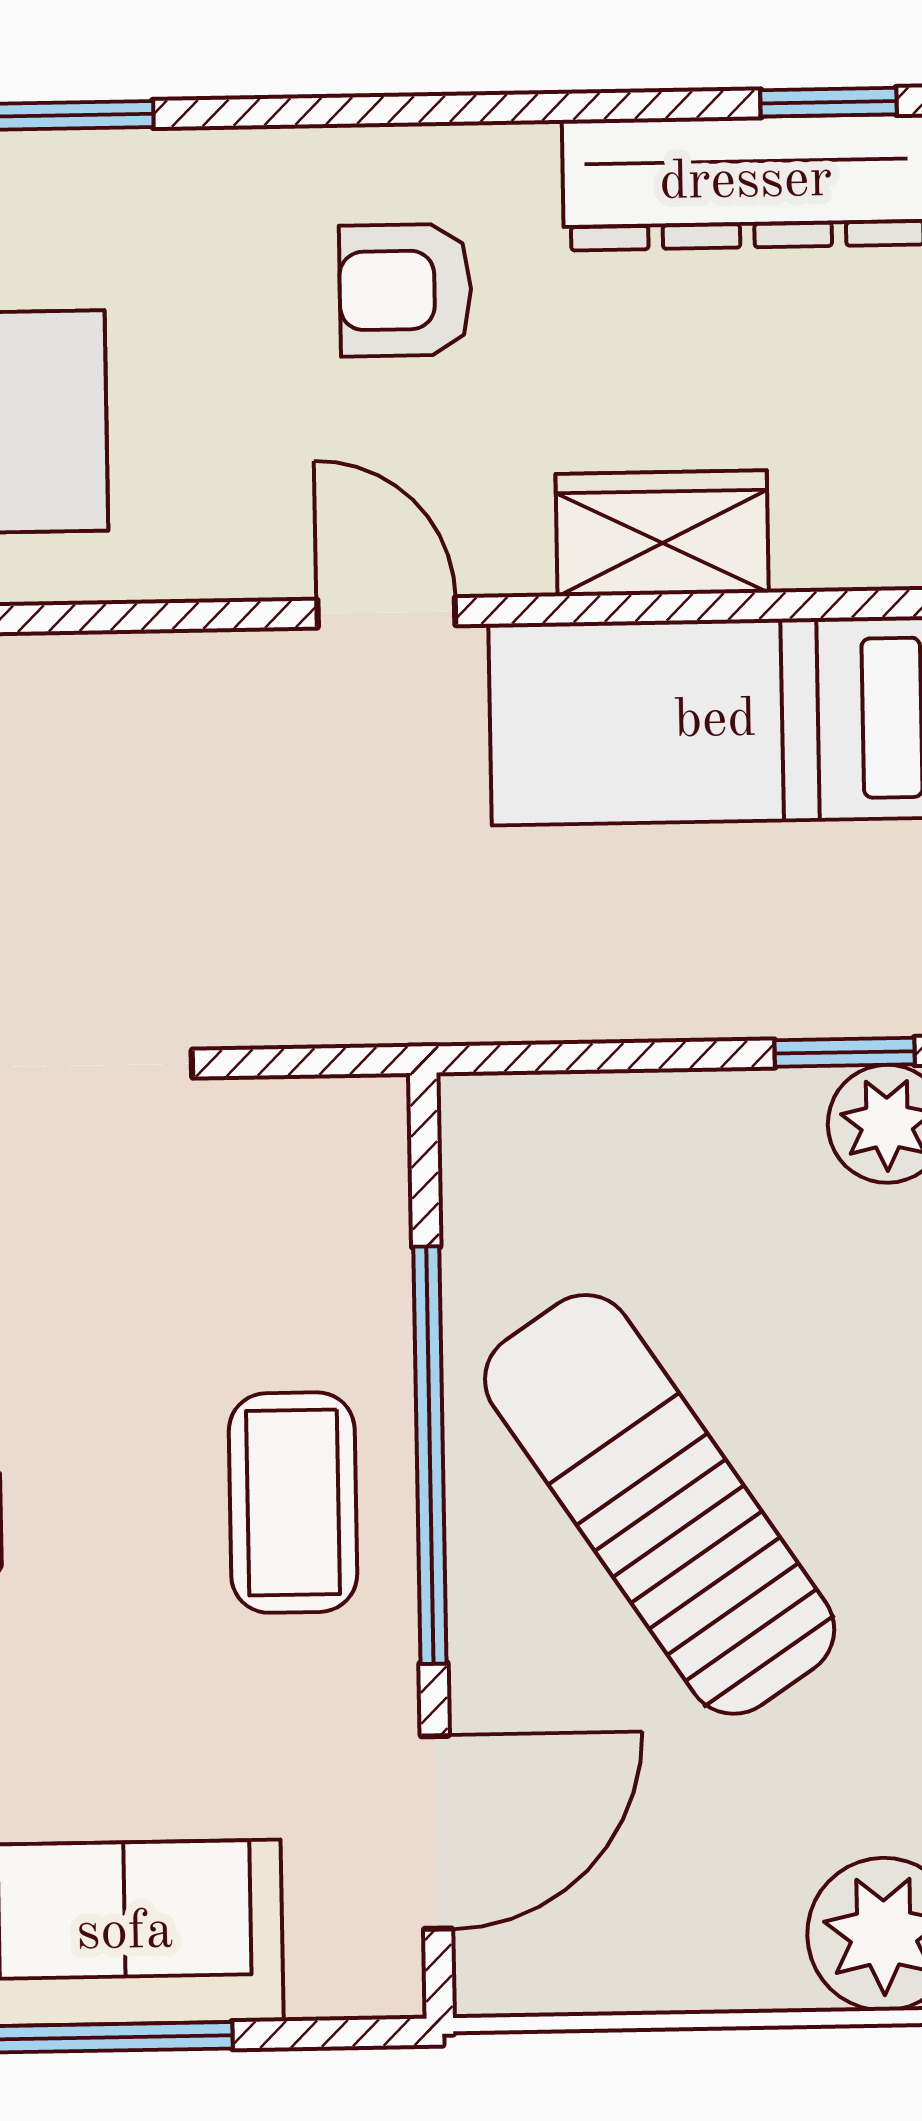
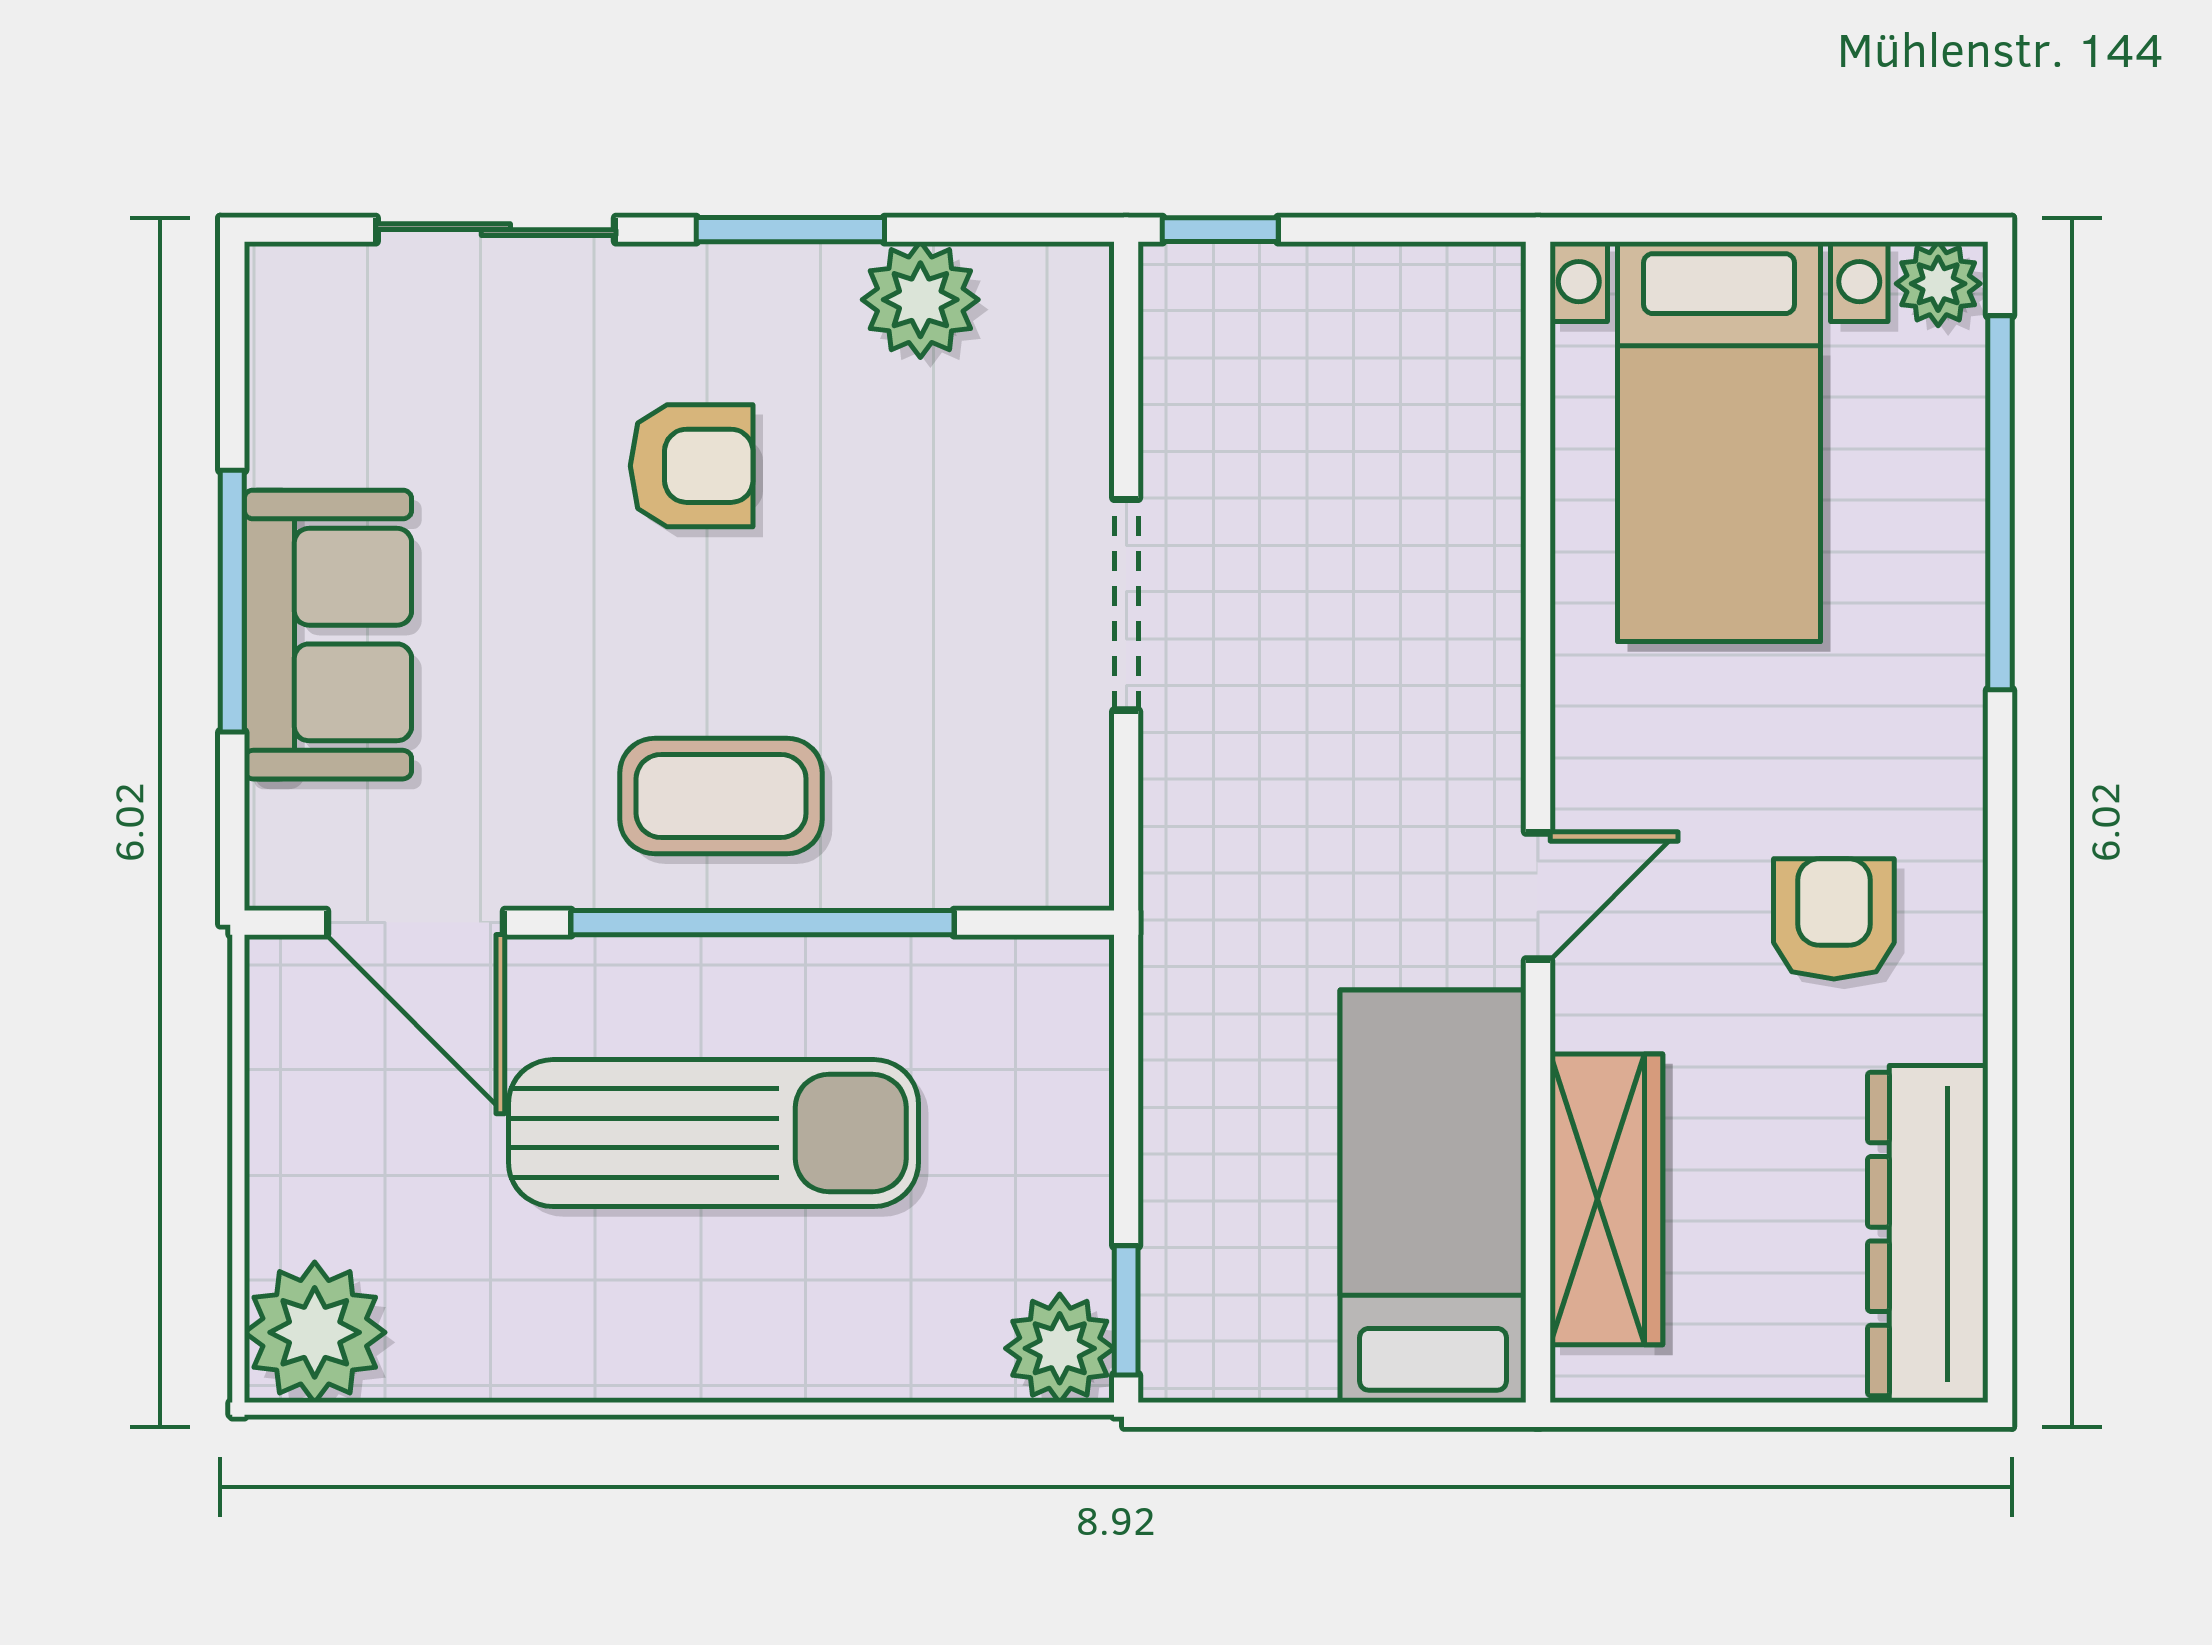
window: (828, 102) -> (2000, 1311), removed
wardrobe: (662, 533) -> (1606, 1199), width x1.50
sun lounger: (660, 1504) -> (713, 1133), turned 34

